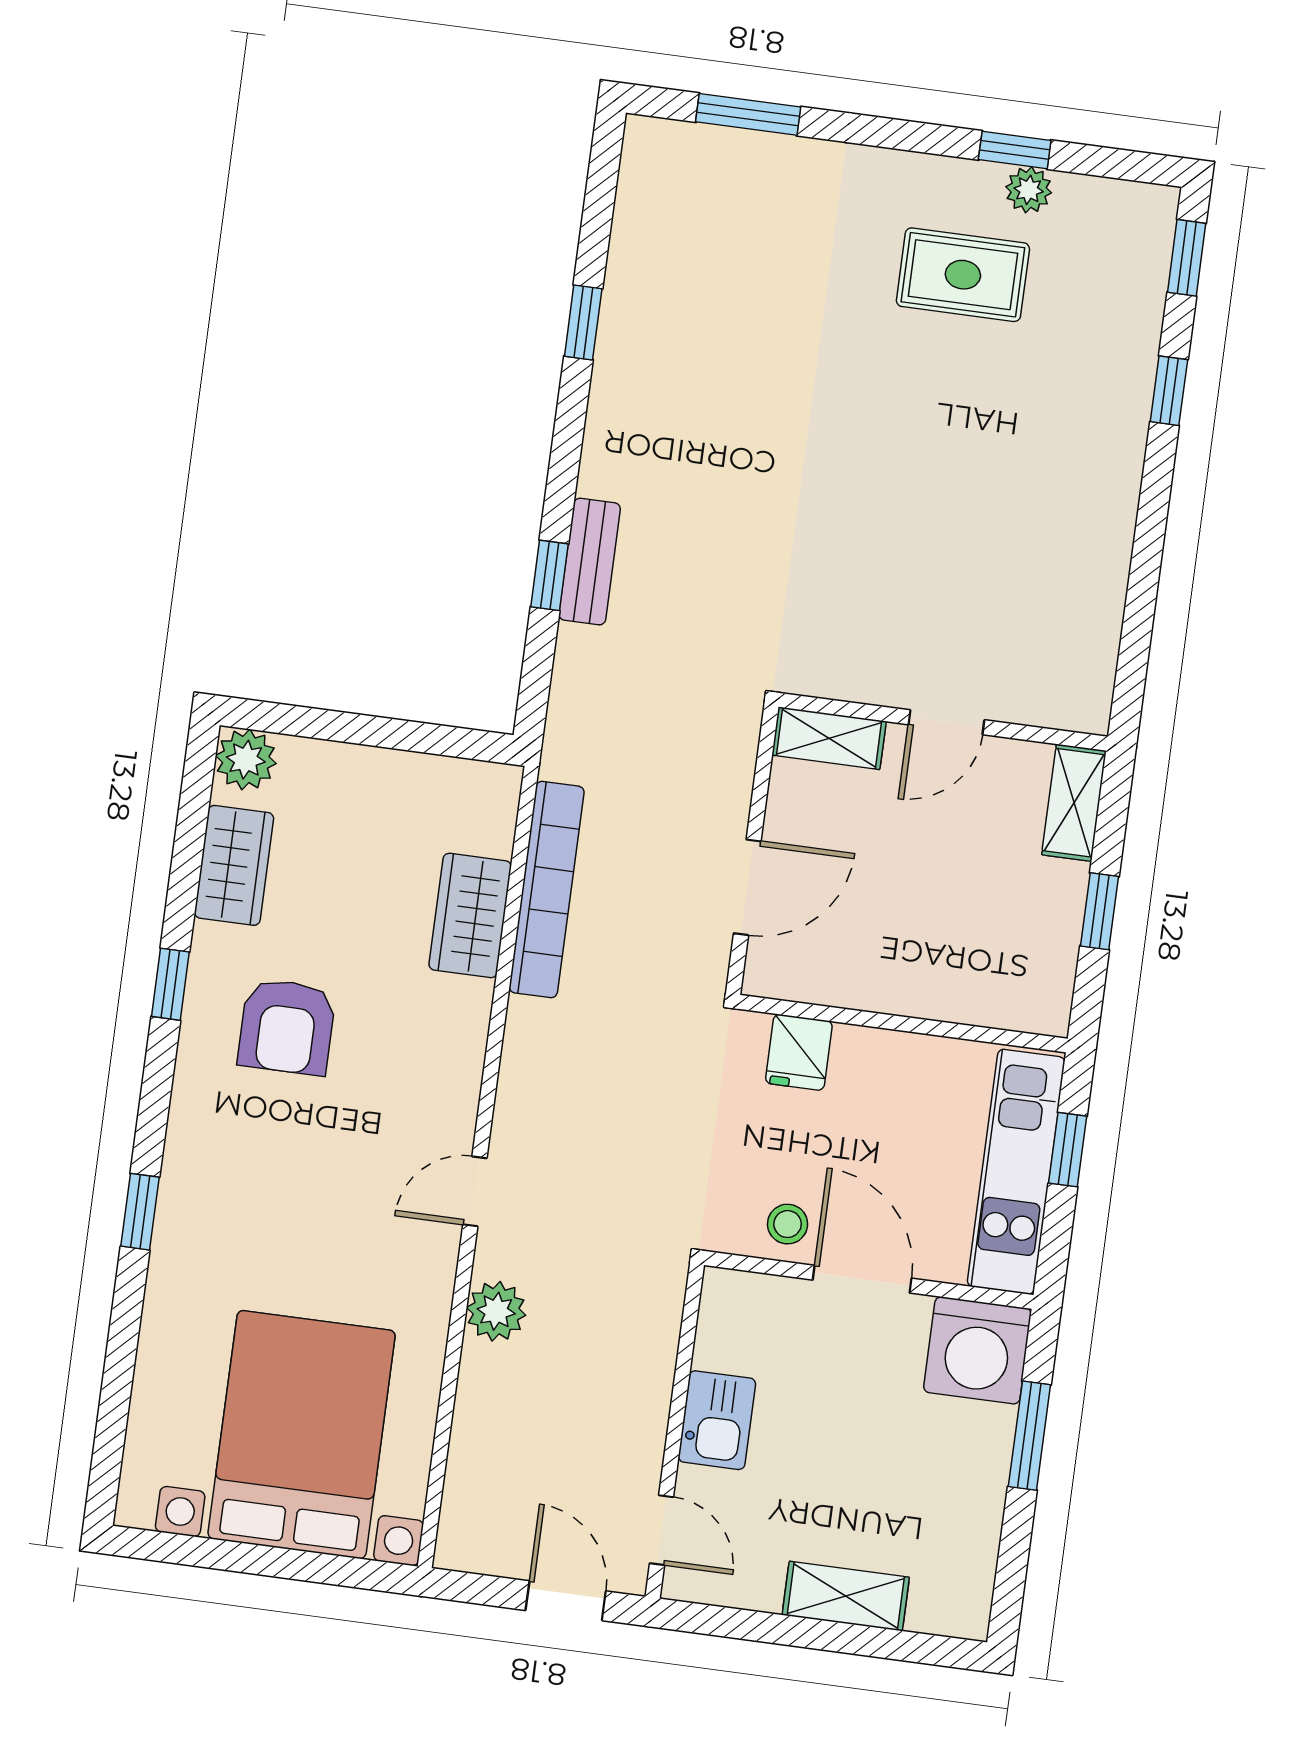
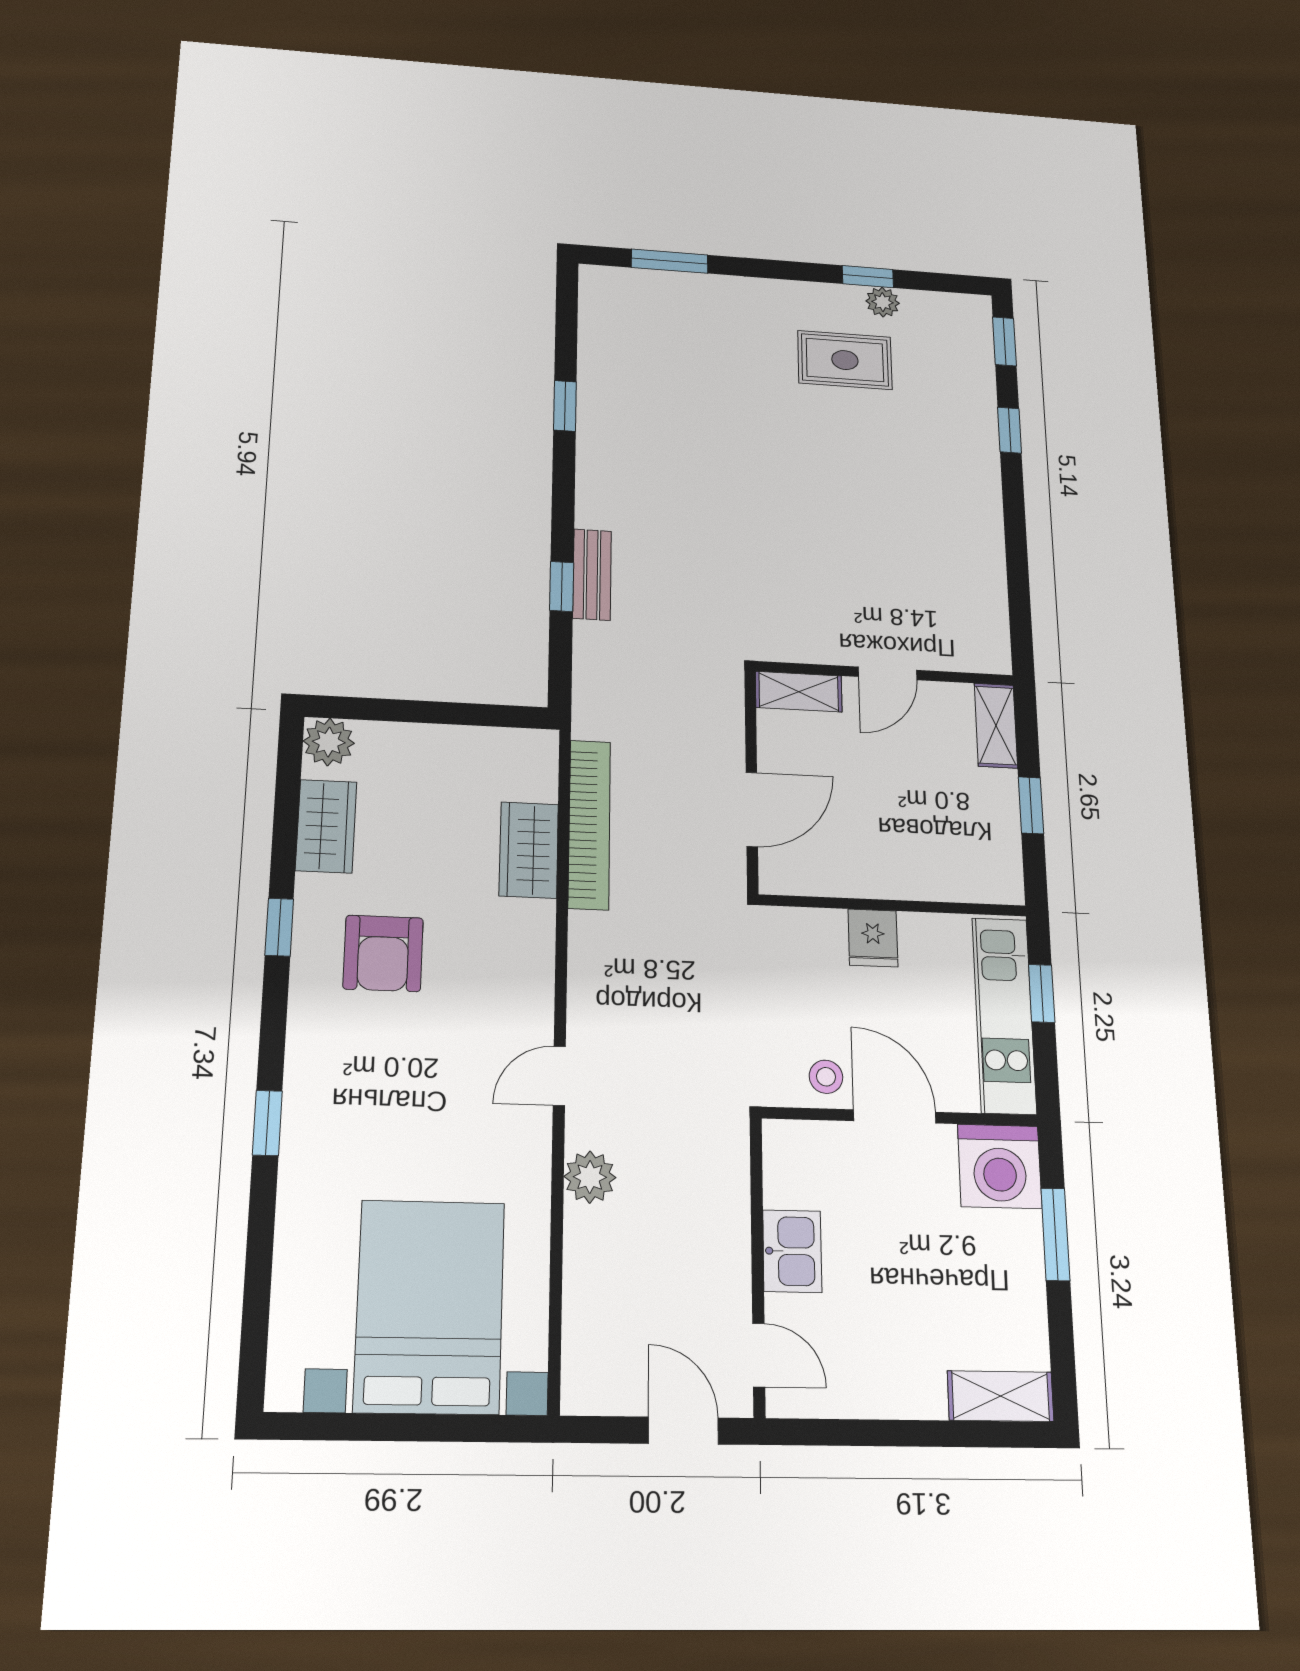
fridge: (799, 1052) -> (873, 938), moved
shelving: (846, 1596) -> (1001, 1396), moved

